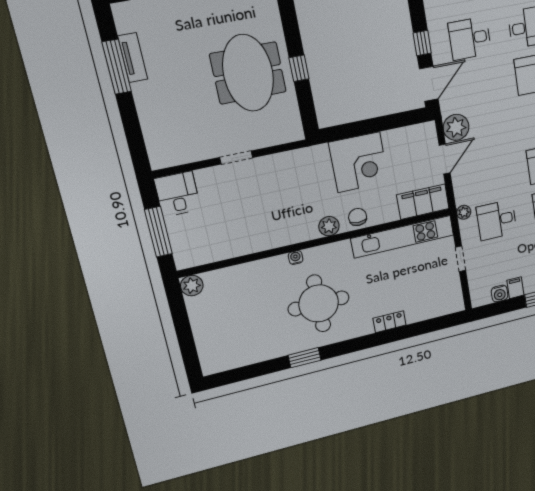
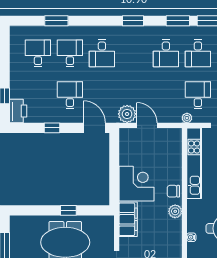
desk: (470, 38) -> (70, 95), turned 180
window: (422, 43) -> (52, 128), moved
filing cabinet: (423, 202) -> (128, 219), moved, turned 180
desk: (497, 220) -> (198, 95), turned 180

